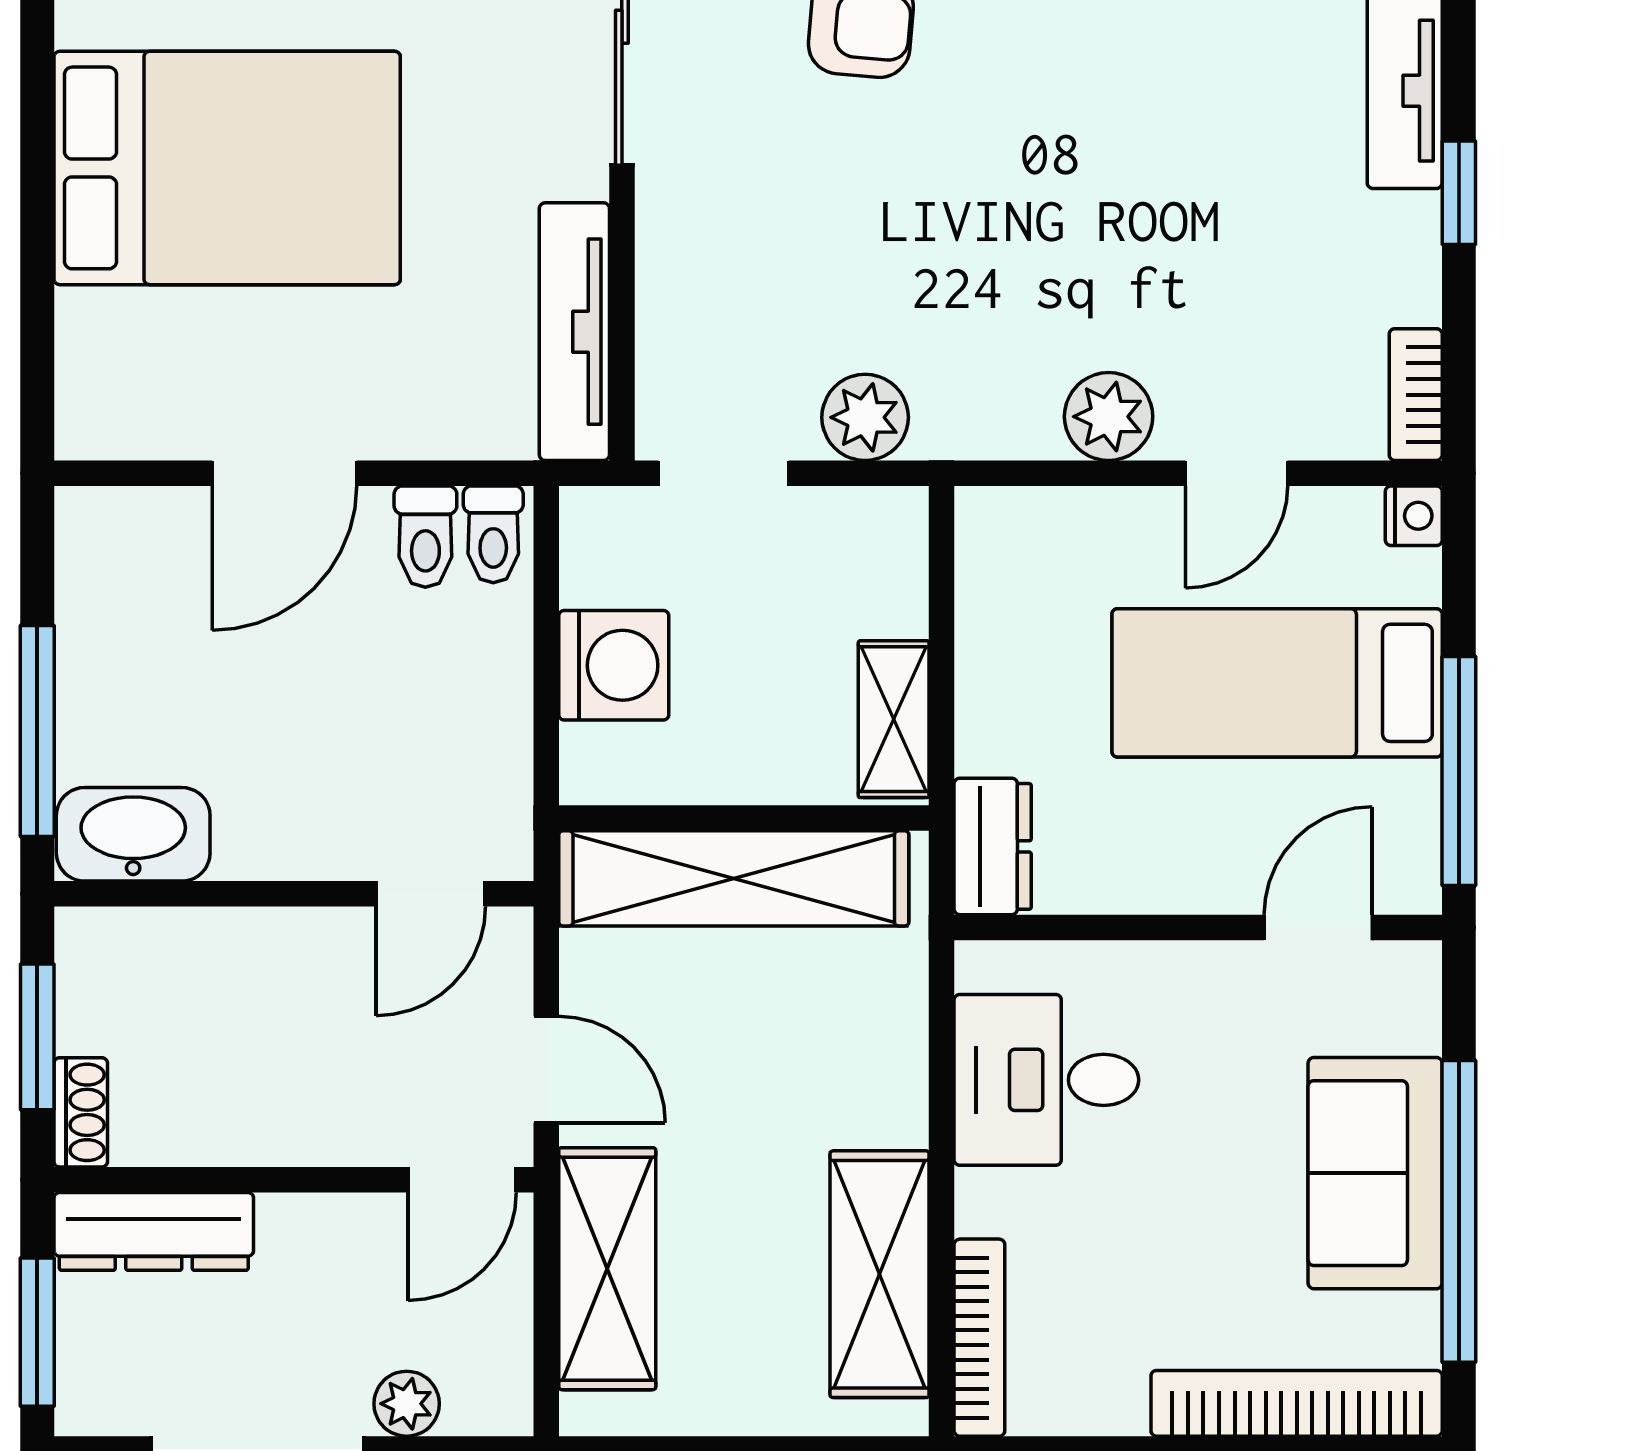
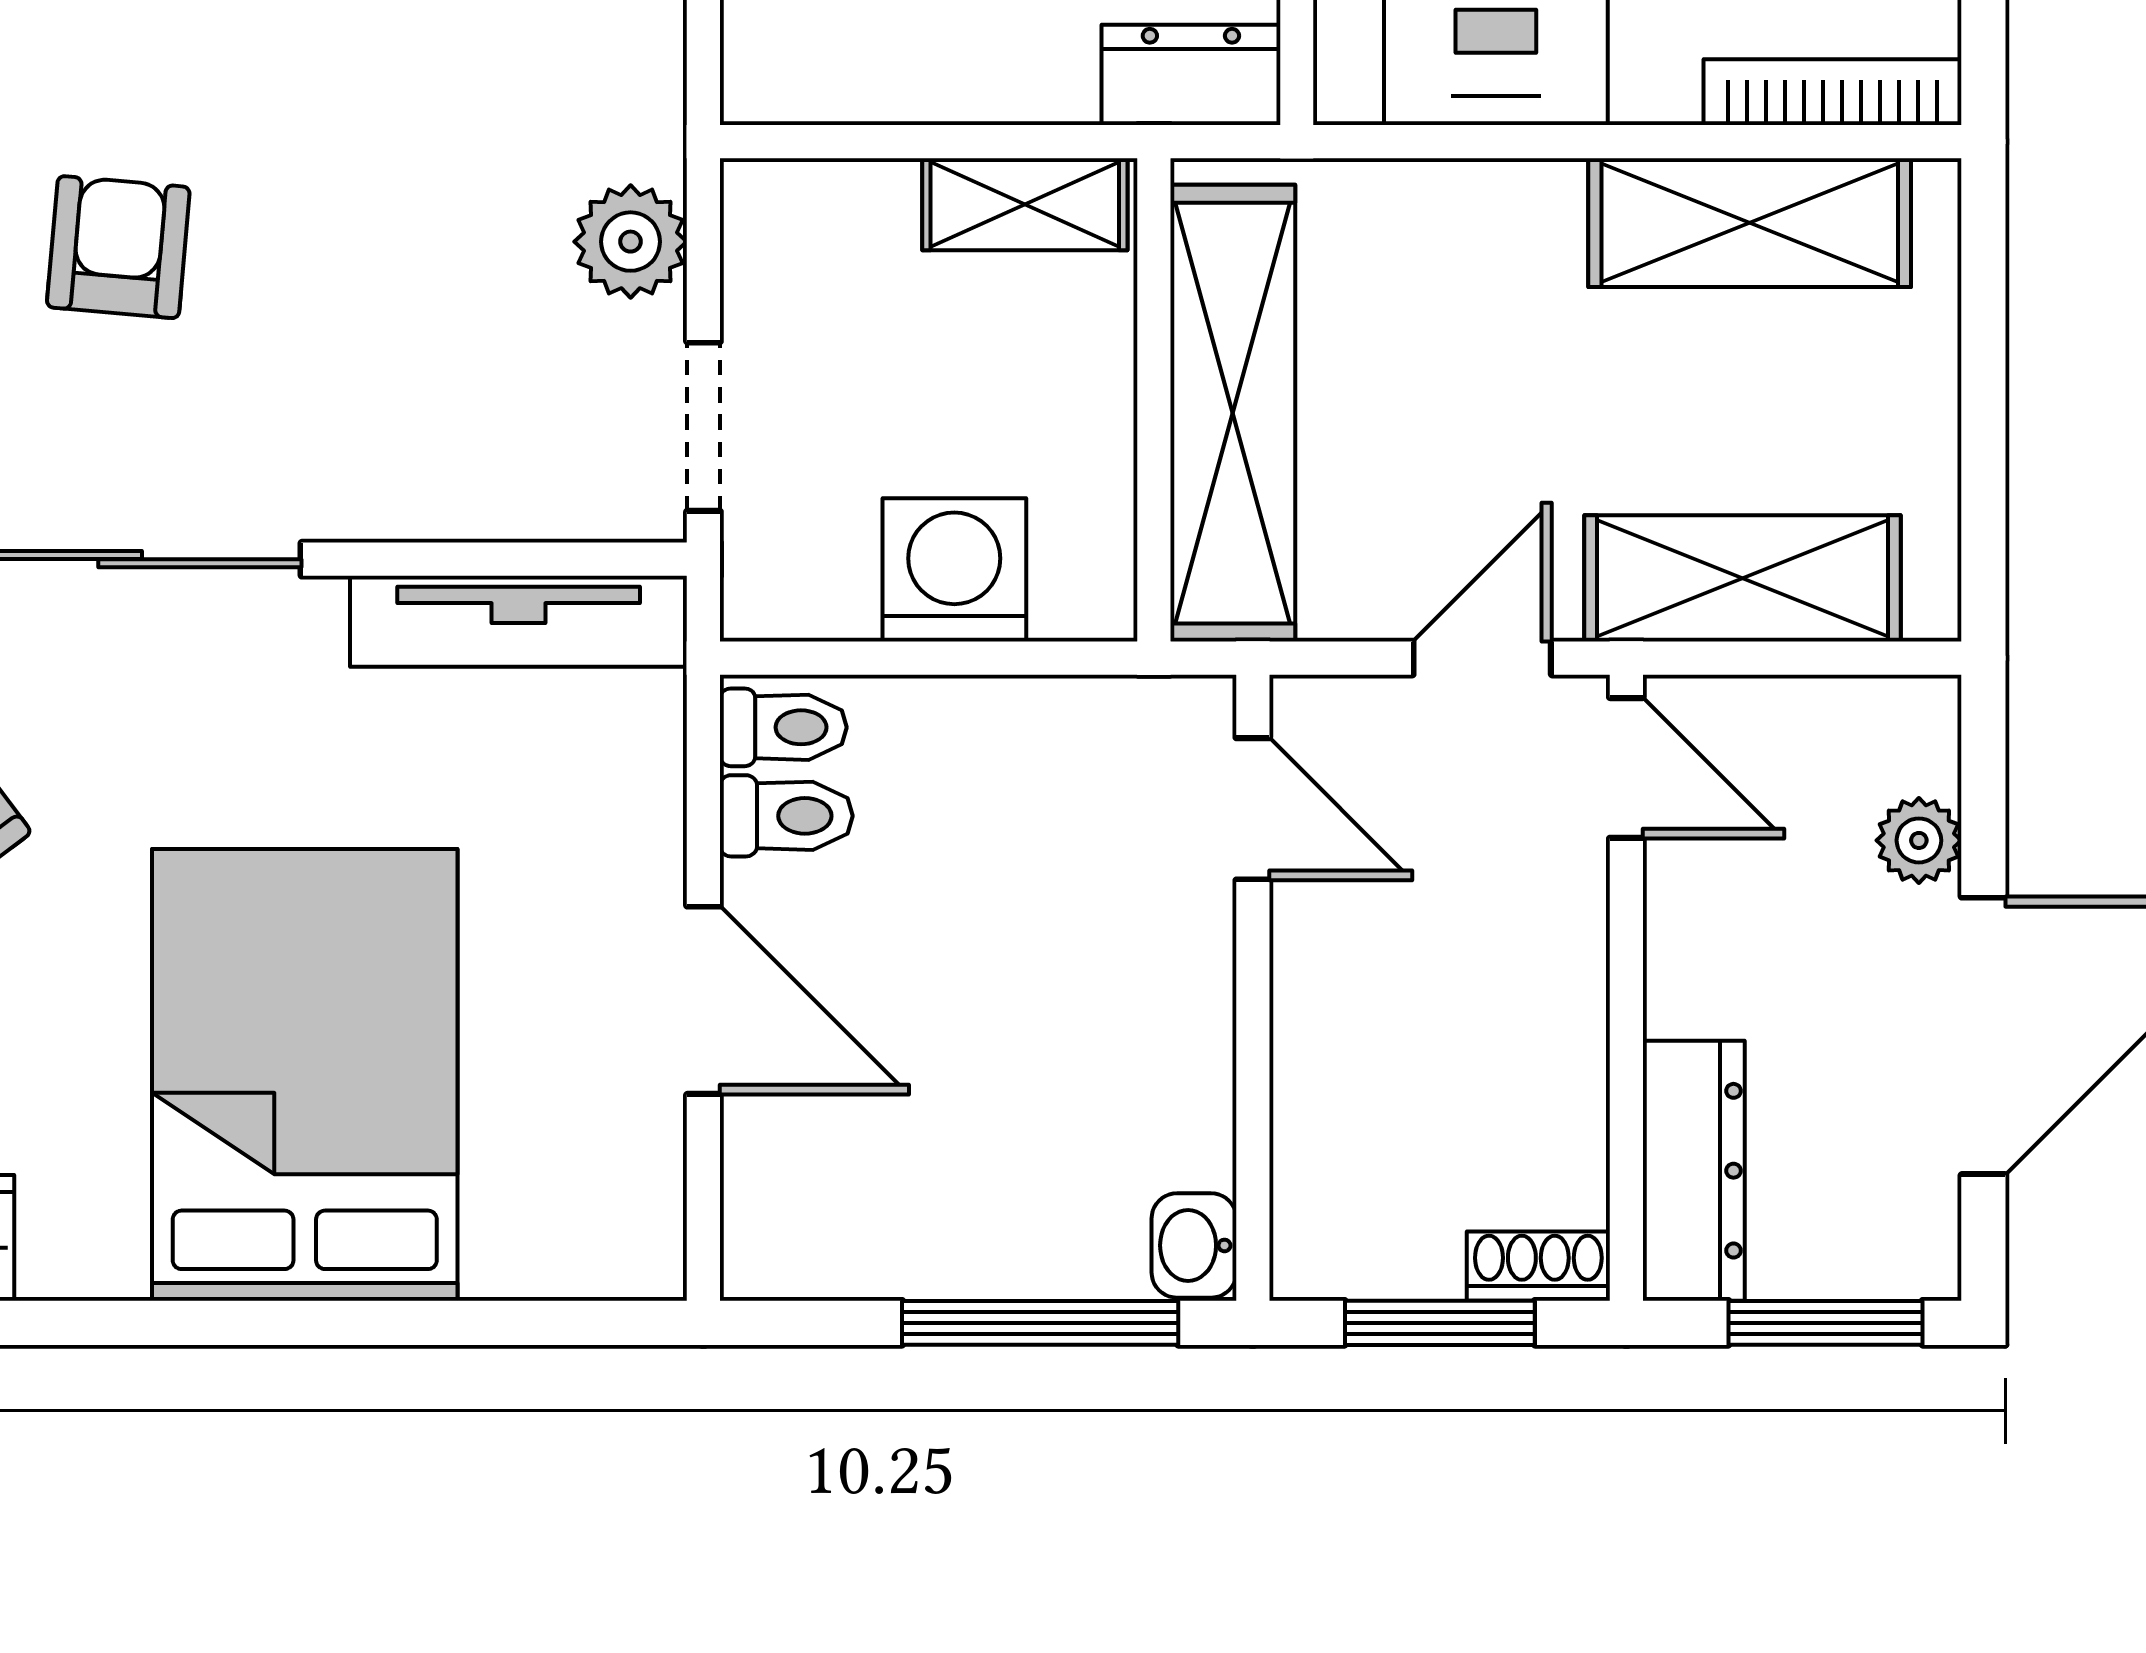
washbasin: (133, 834) -> (1194, 1245), width x0.52, depth x0.69

